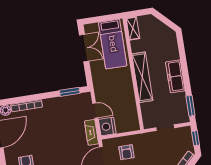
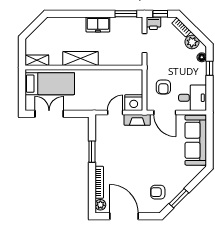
freezer: (175, 76) -> (98, 24), width x0.71
shelving: (142, 77) -> (80, 58), width x0.68
window: (70, 92) -> (92, 152), moved
printer: (185, 133) -> (153, 23), added
armchair: (126, 152) -> (163, 87), turned 90

